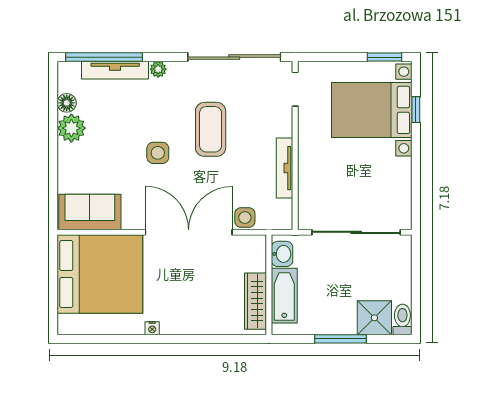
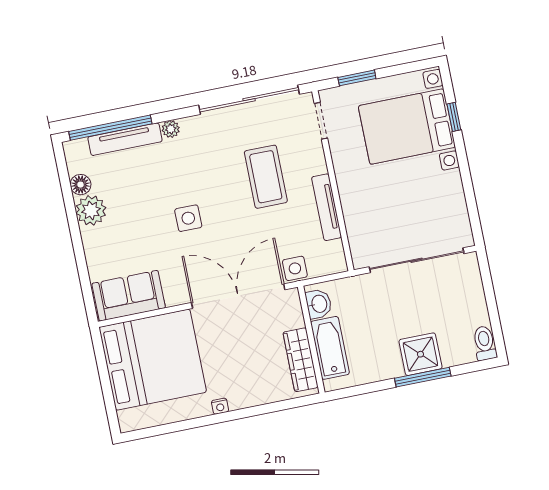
window: (384, 57) -> (357, 78), moved
coffee table: (211, 129) -> (266, 177), moved
washbasin: (282, 254) -> (319, 304), moved
wall: (269, 285) -> (311, 340), moved
bathtub: (284, 296) -> (330, 348), moved
wardrobe: (256, 301) -> (301, 360), moved
shower: (374, 318) -> (420, 354), moved

